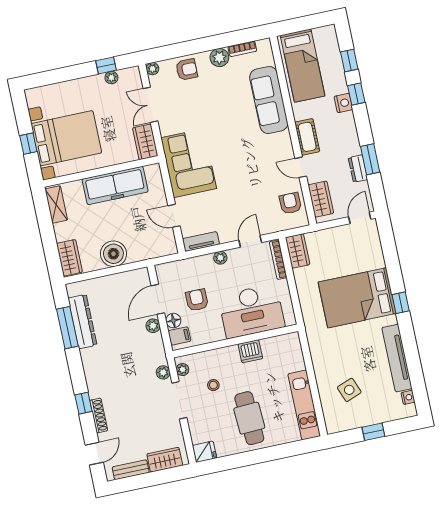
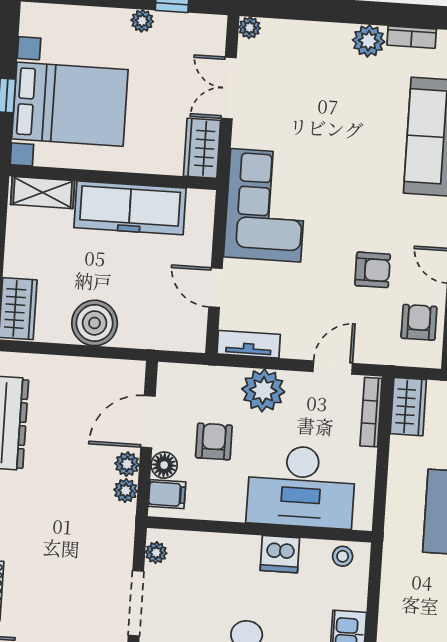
armchair: (187, 69) -> (373, 270), moved
plant: (111, 78) -> (142, 21), moved
shelving: (56, 205) -> (43, 193), moved, turned 90
plant: (220, 258) -> (263, 390), width x1.88, depth x1.88
plant: (163, 372) -> (126, 491), moved
stool: (213, 385) -> (343, 556), moved

